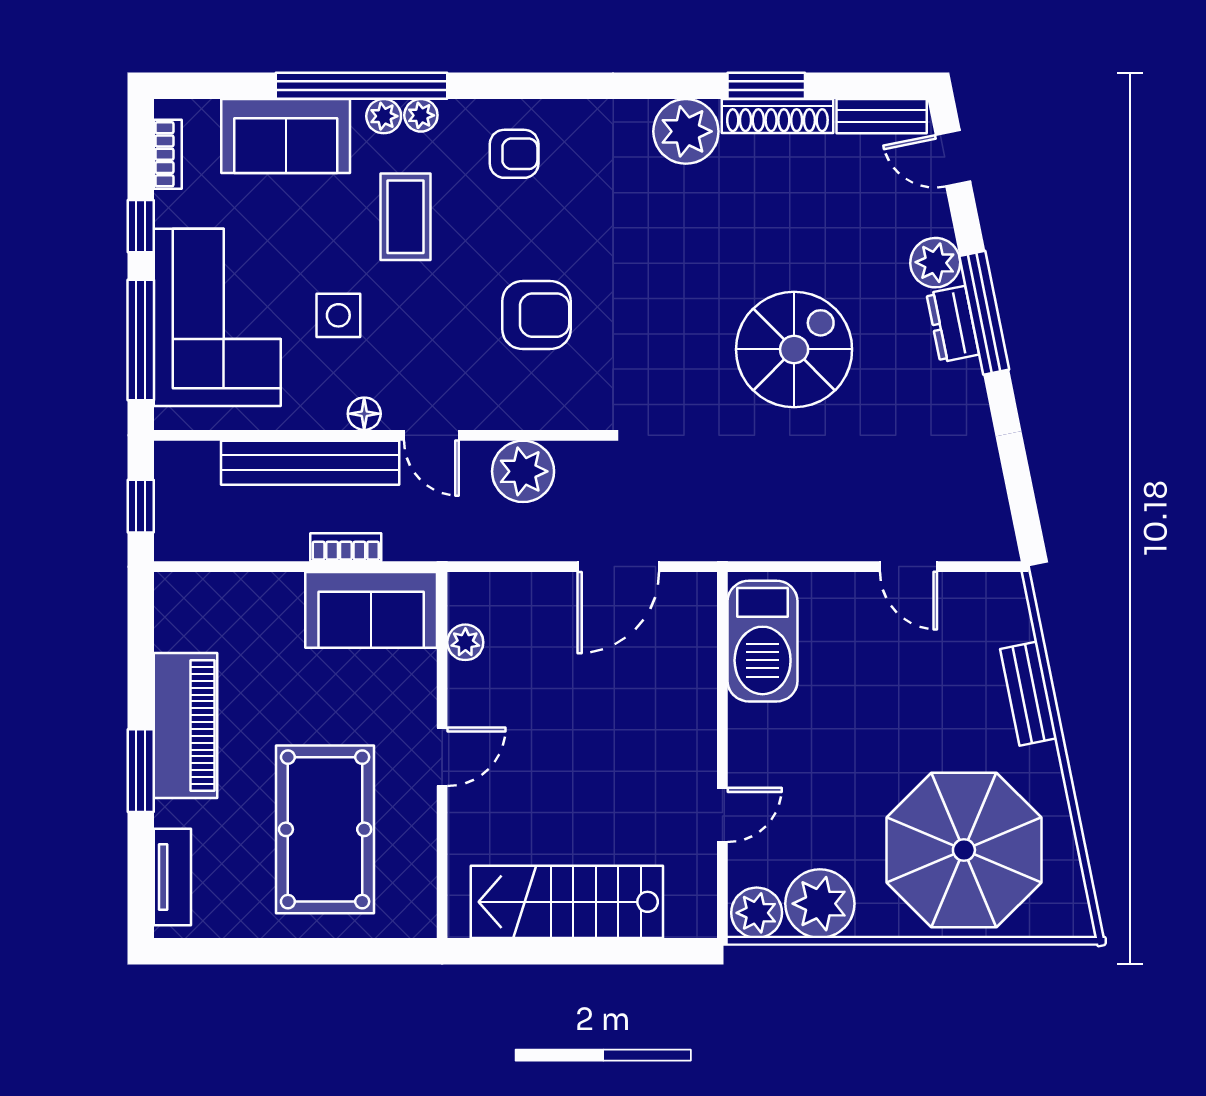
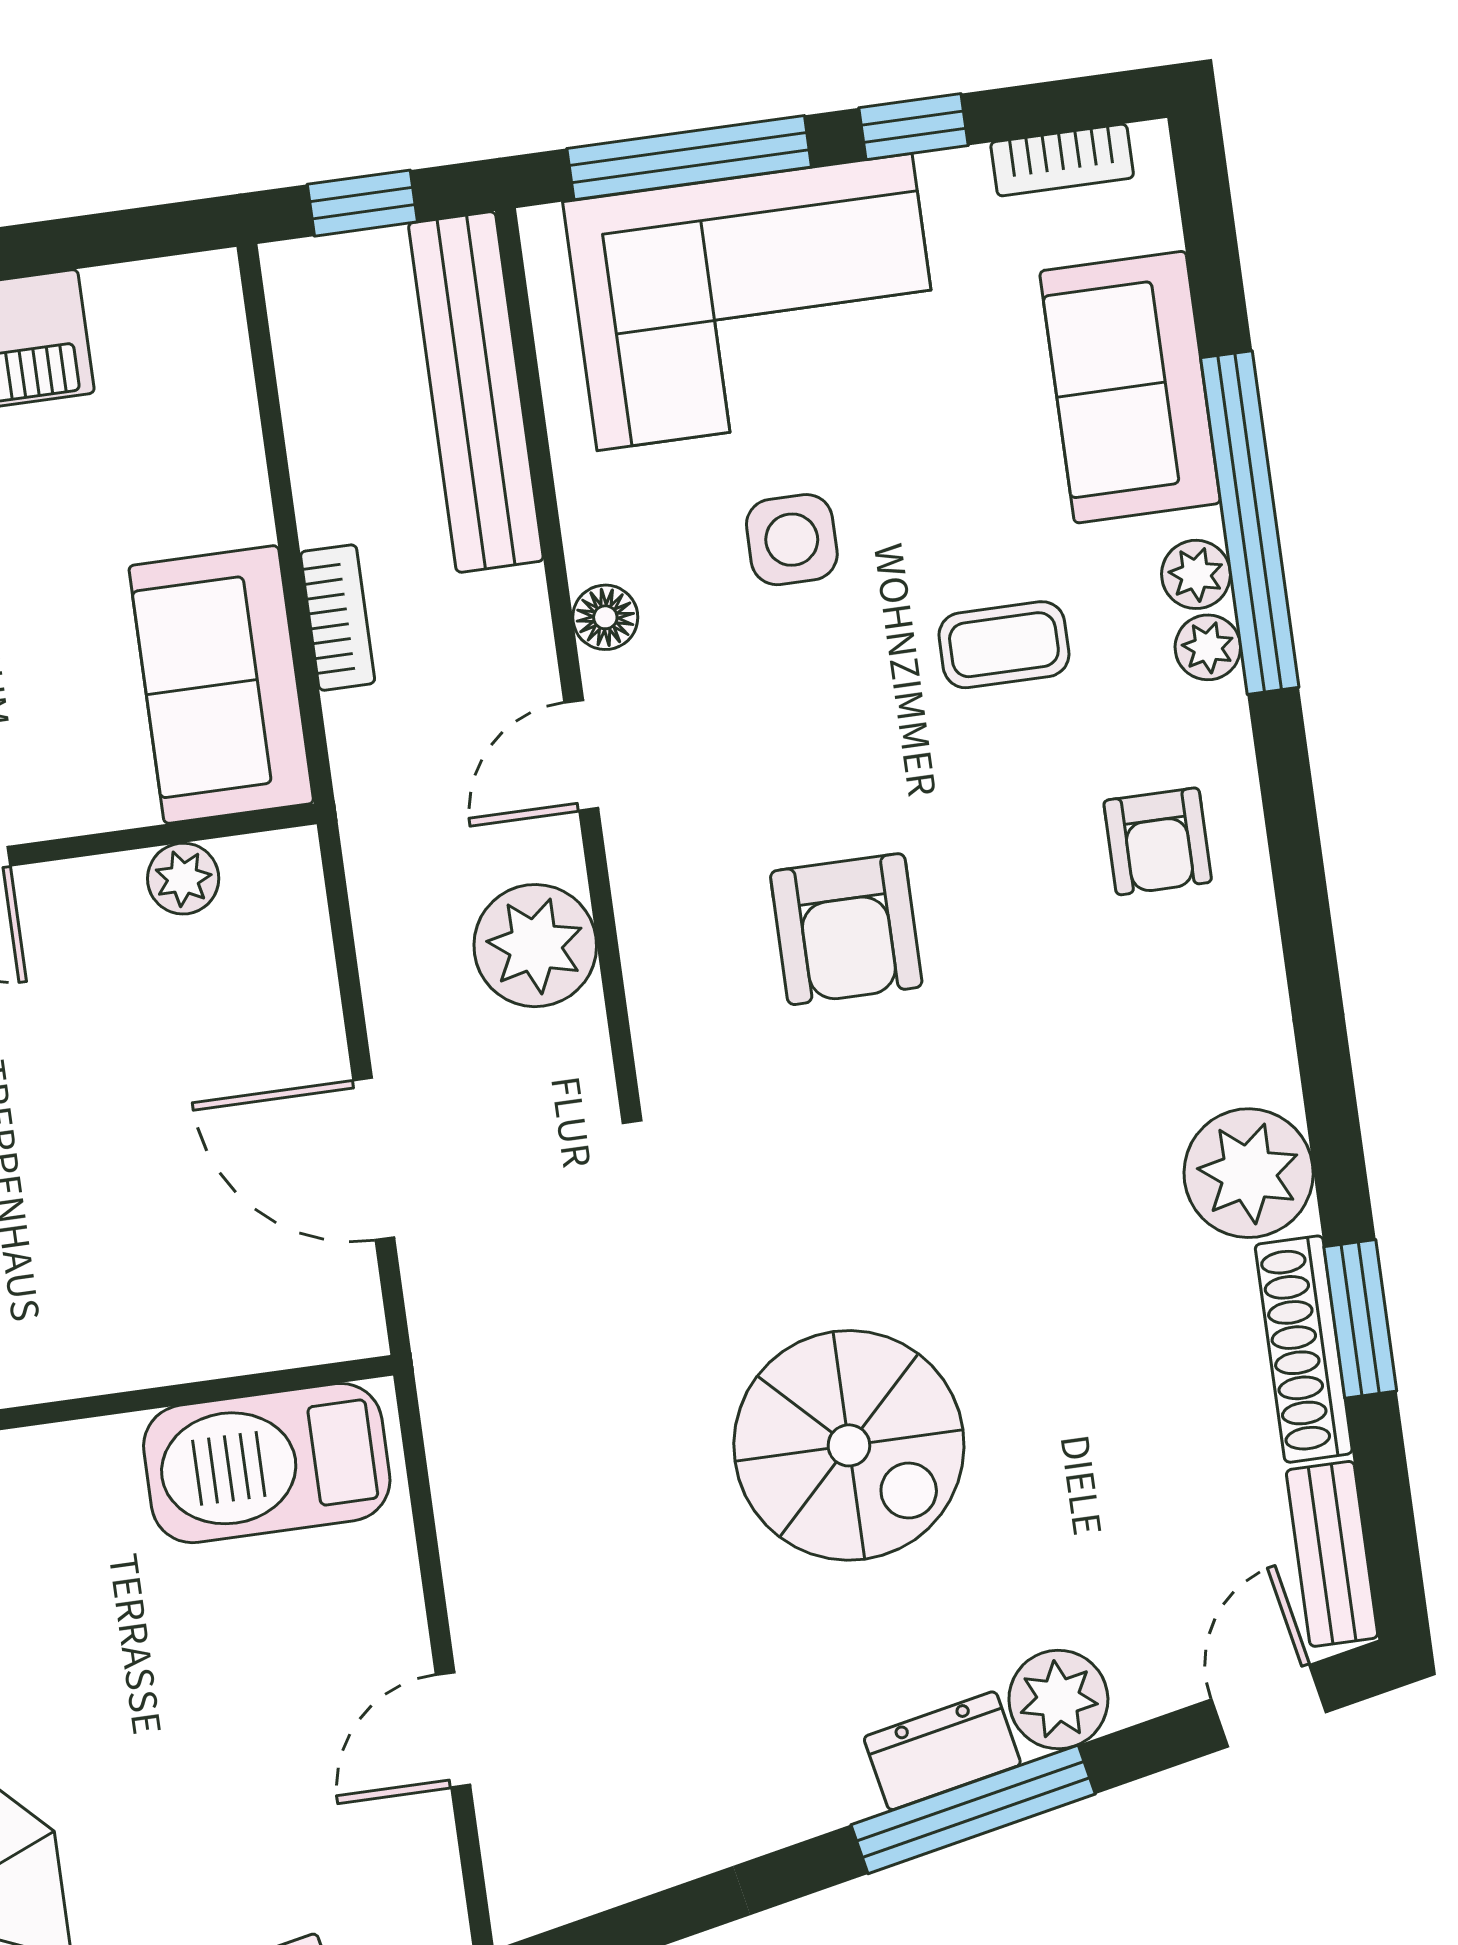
coffee table: (405, 217) -> (1004, 645), width x0.73, depth x0.77
bench: (310, 463) -> (476, 392), moved

